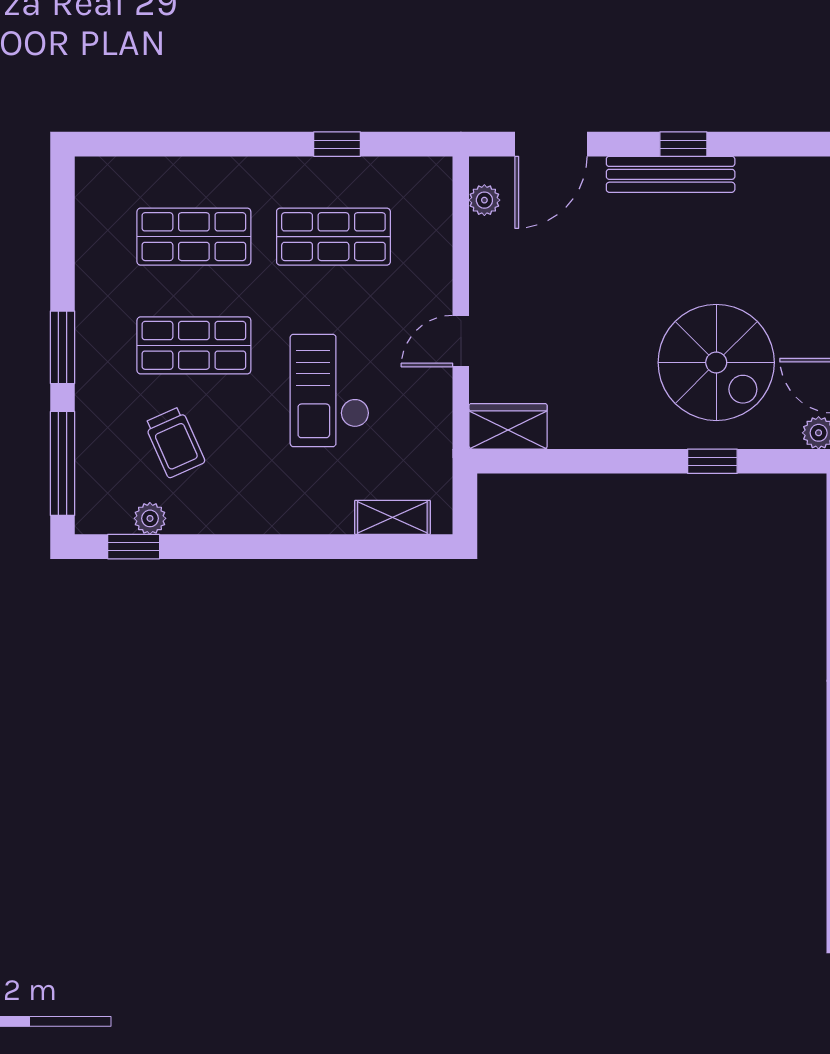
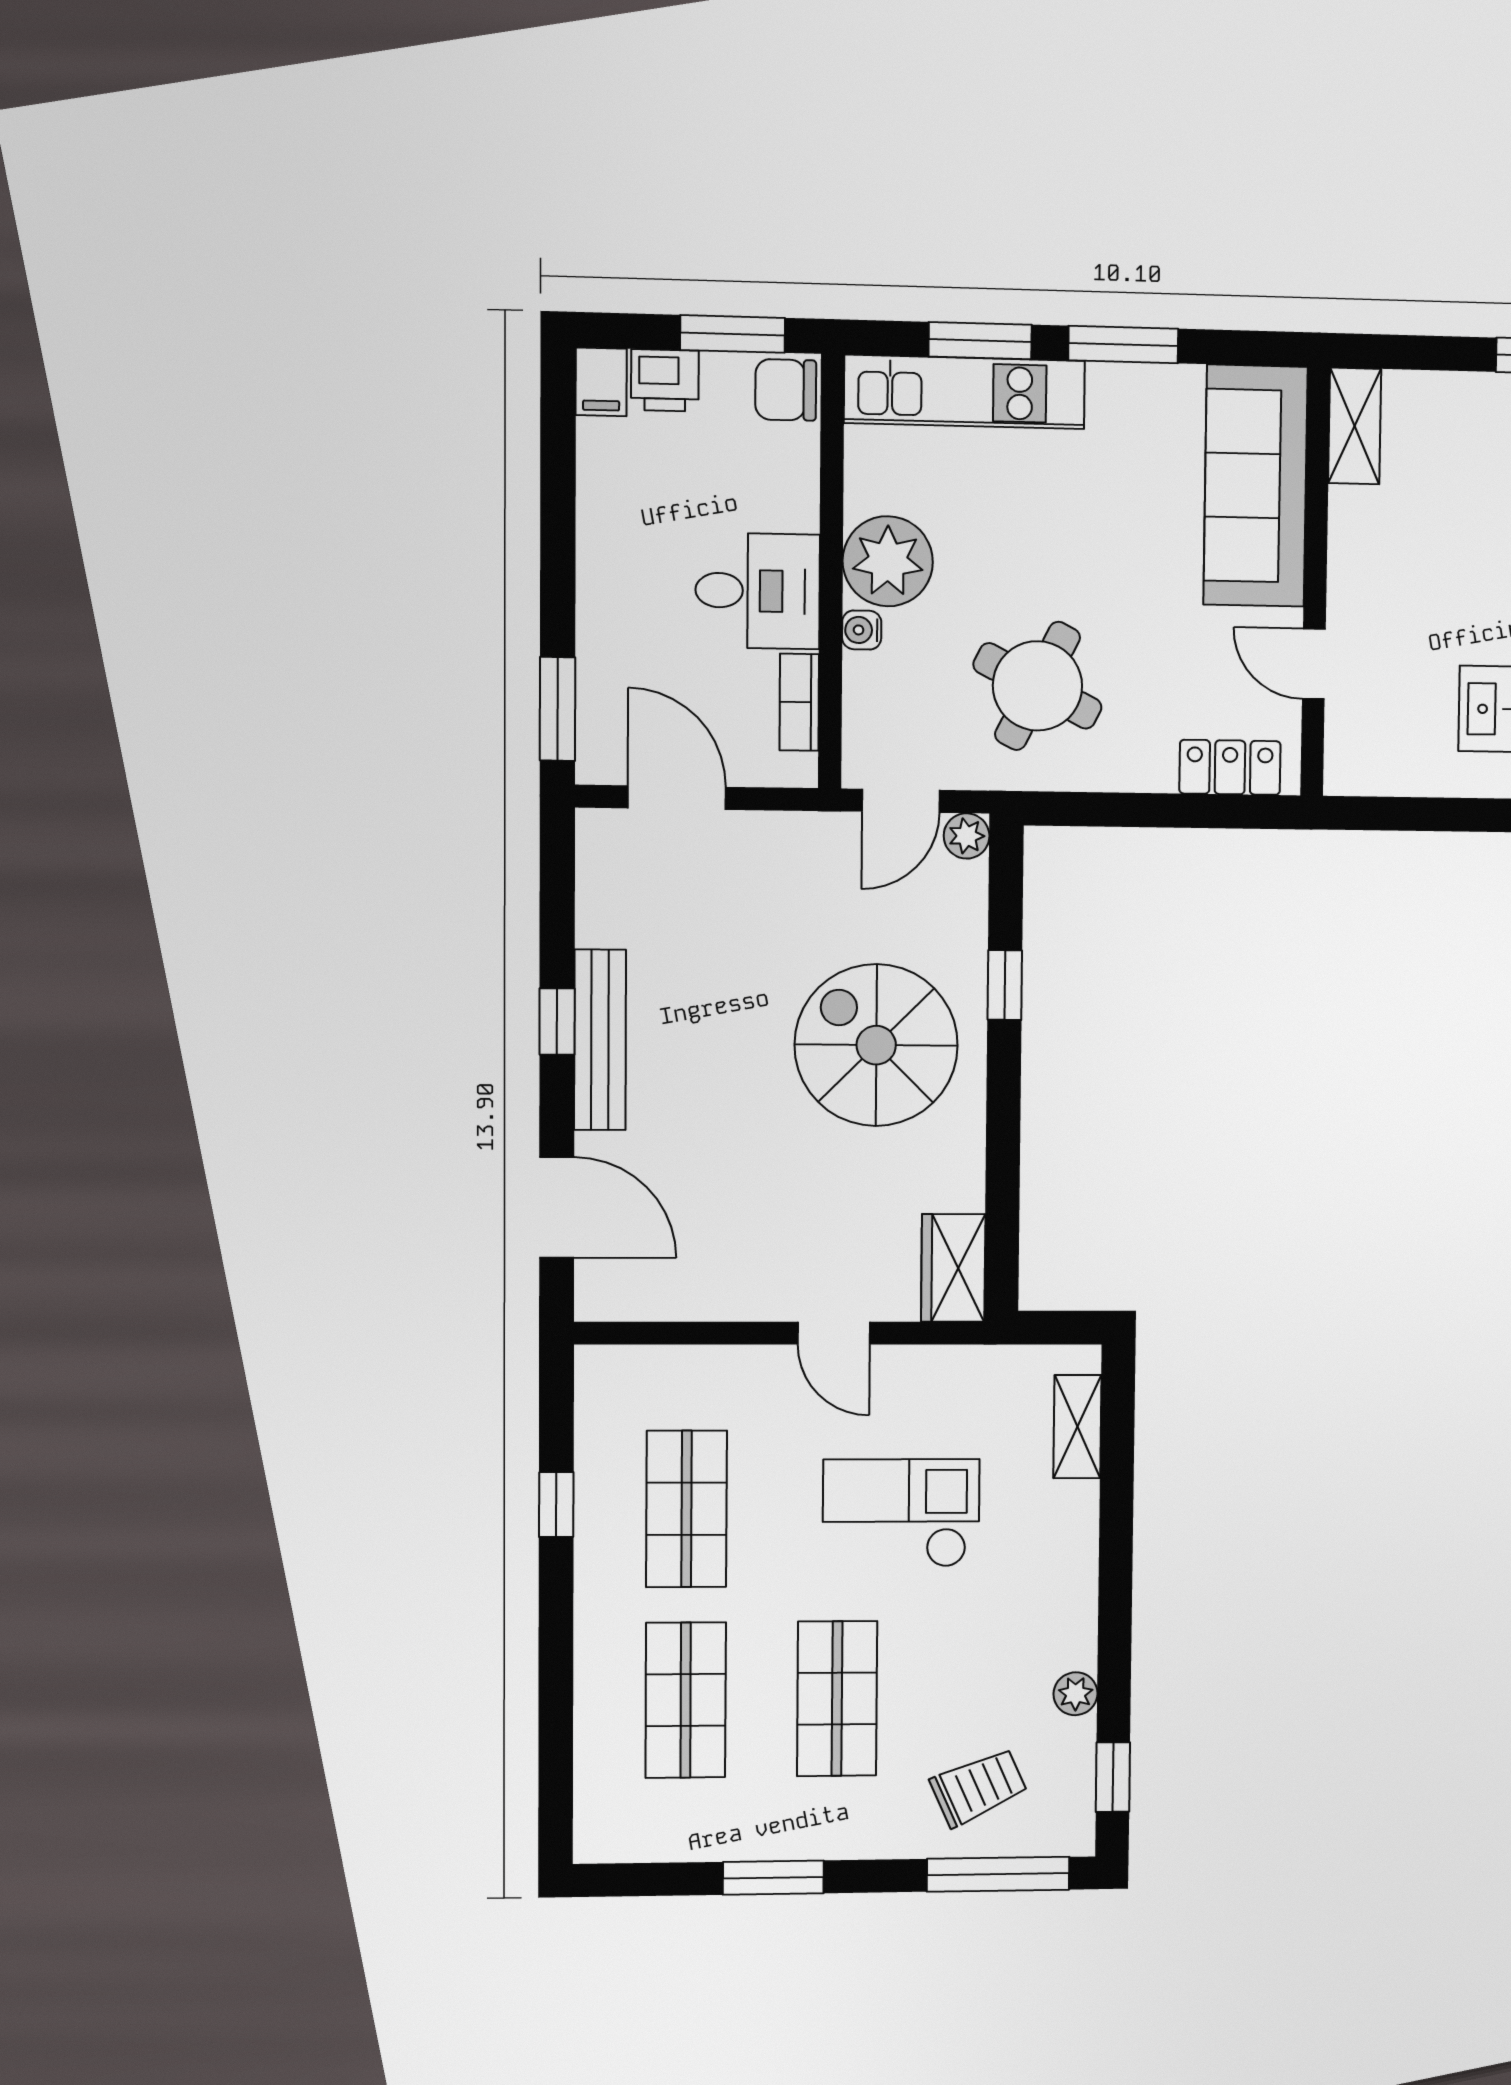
plant: (484, 200) -> (636, 1300), removed
window: (62, 347) -> (773, 1878), moved
spiral stairs: (716, 362) -> (876, 1045), moved, turned -90
checkout: (330, 390) -> (901, 1513), turned 180
trolley: (175, 442) -> (979, 1787), moved
plant: (150, 518) -> (1076, 1694), moved

